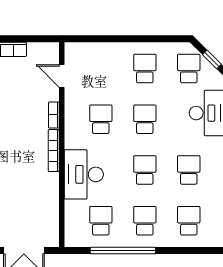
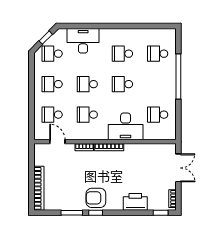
door: (62, 76) -> (57, 142), swing flipped
school desk: (145, 221) -> (52, 115), moved
window: (123, 251) -> (178, 76), moved

